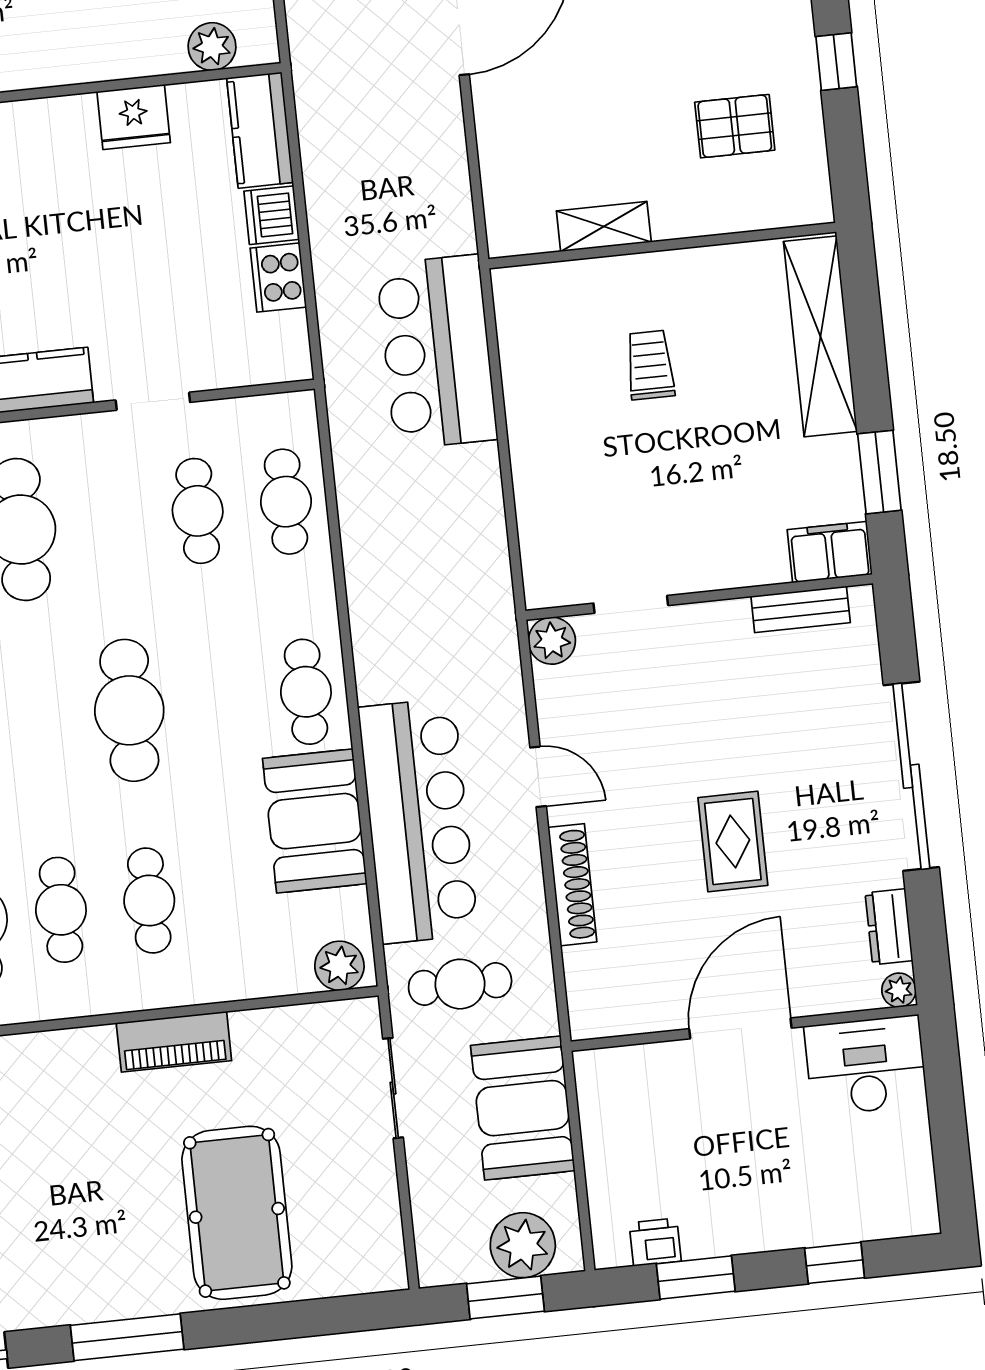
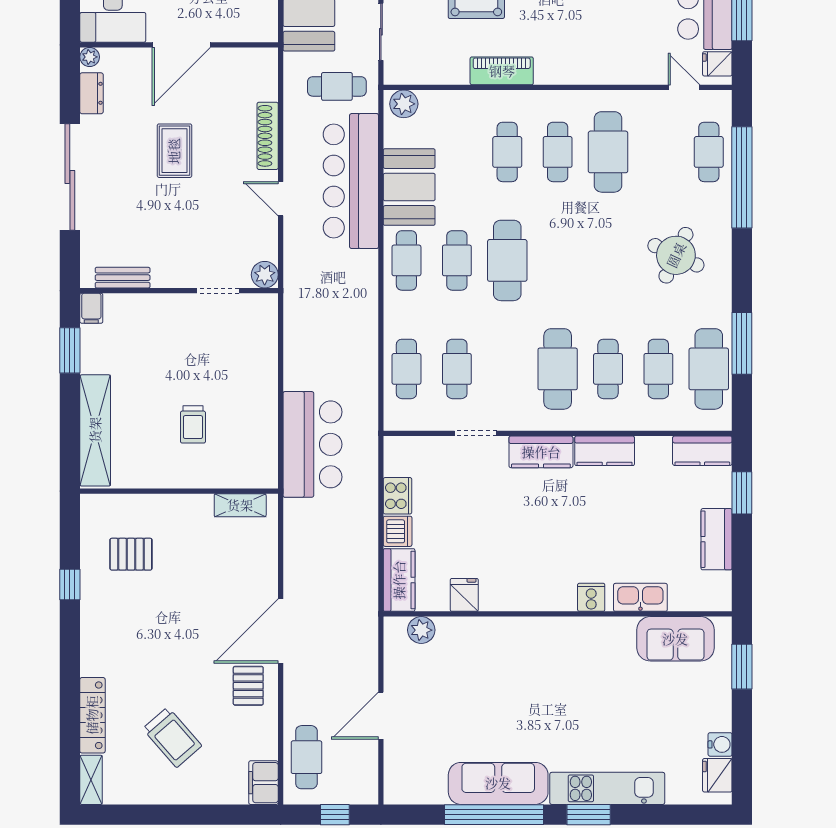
fridge: (134, 117) -> (464, 595), width x0.72
shelving: (604, 227) -> (240, 505), moved
filing cabinet: (830, 552) -> (91, 308), width x0.50
cafe table: (218, 701) -> (457, 260), added

